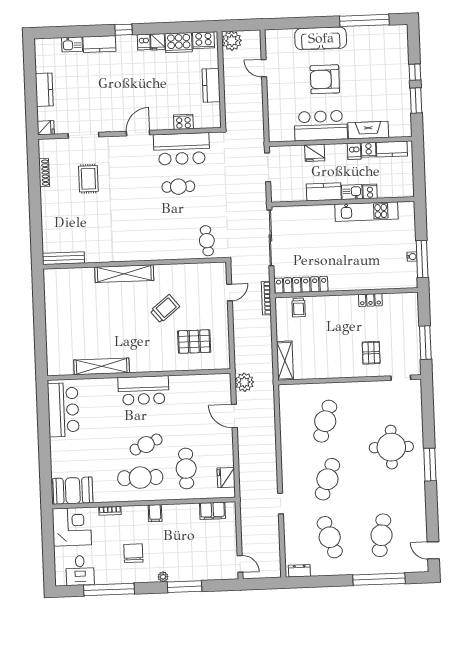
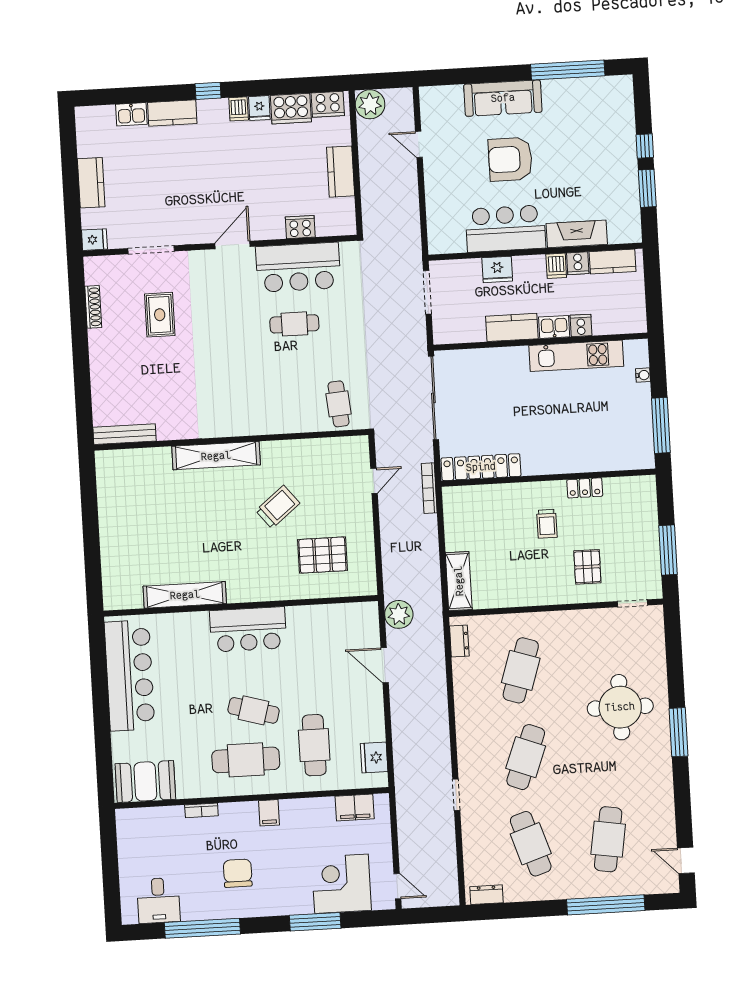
water cooler: (412, 257) -> (643, 375), moved
trolley: (299, 308) -> (547, 524), moved
dresser: (285, 401) -> (459, 641), added
bar counter: (63, 410) -> (130, 675), width x1.36
cafe table: (146, 445) -> (254, 710), turned 39
corner desk: (72, 527) -> (341, 884), moved, turned -90
plant: (163, 577) -> (283, 908), removed

